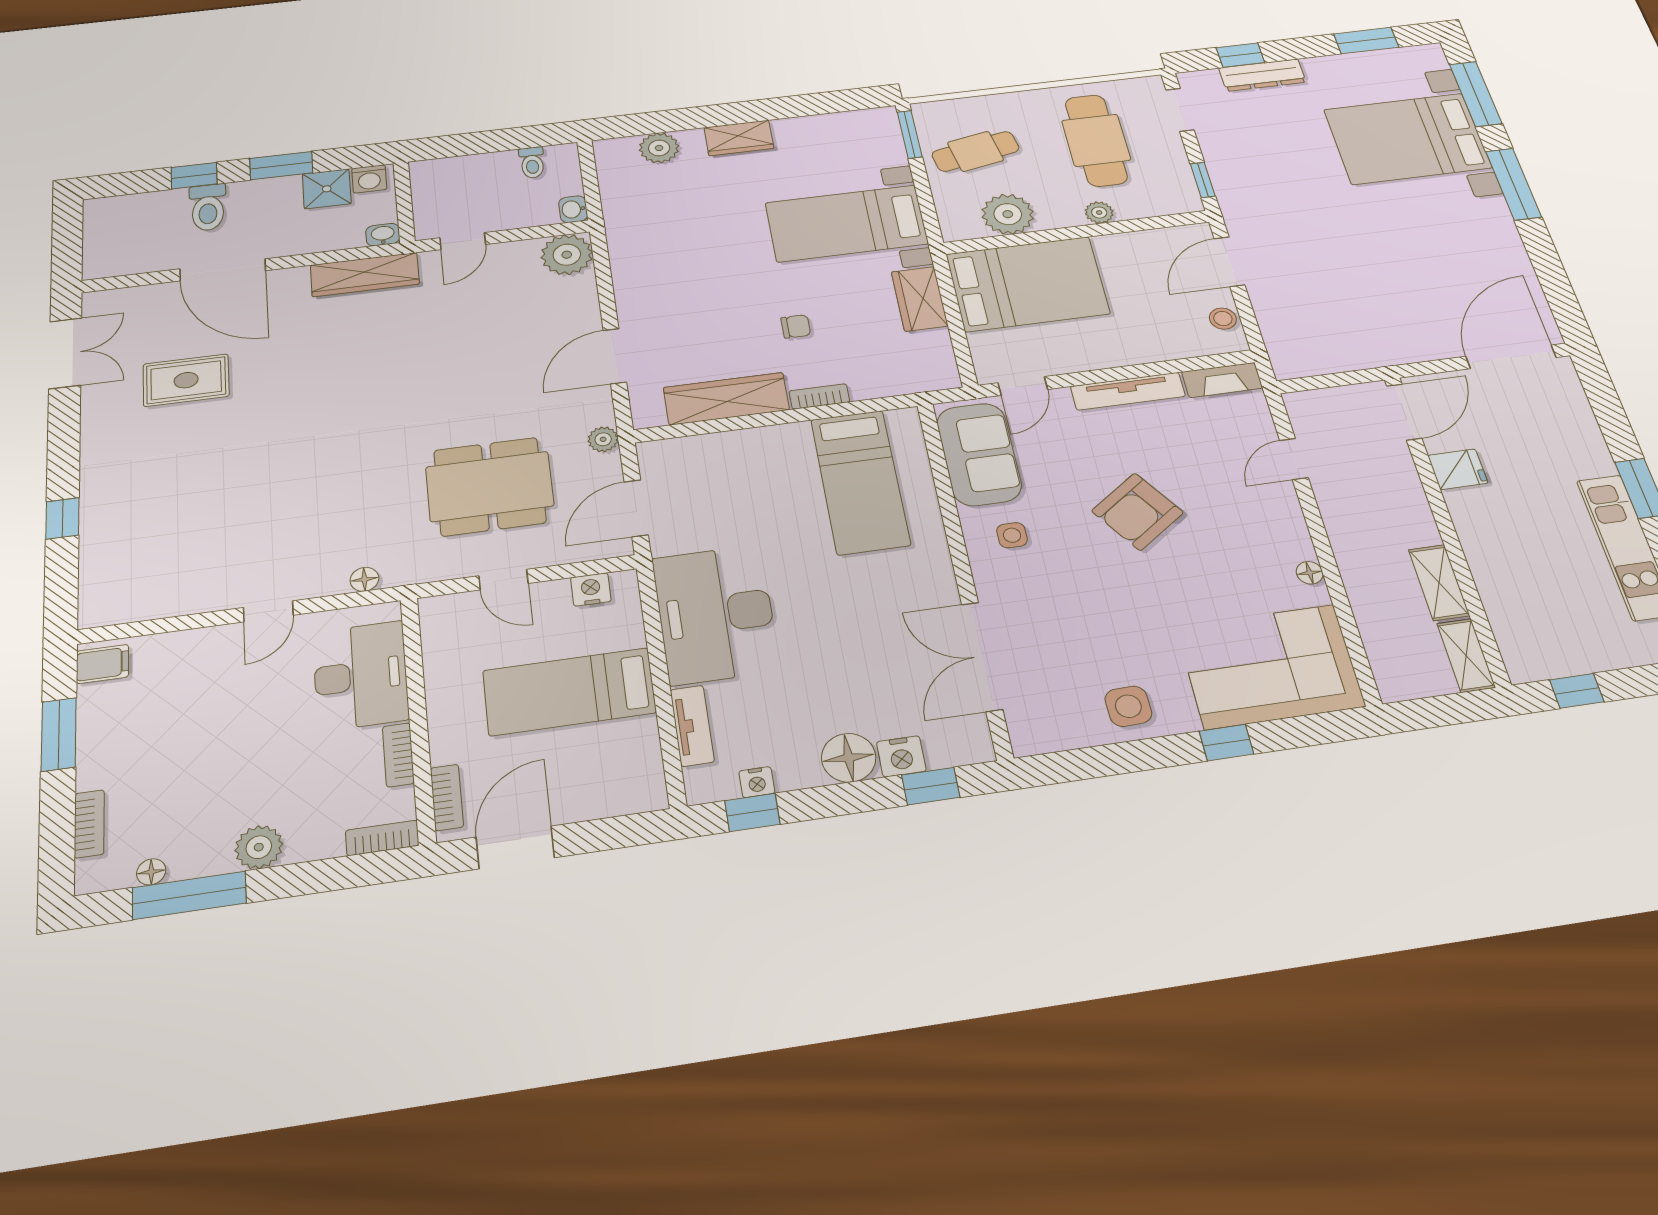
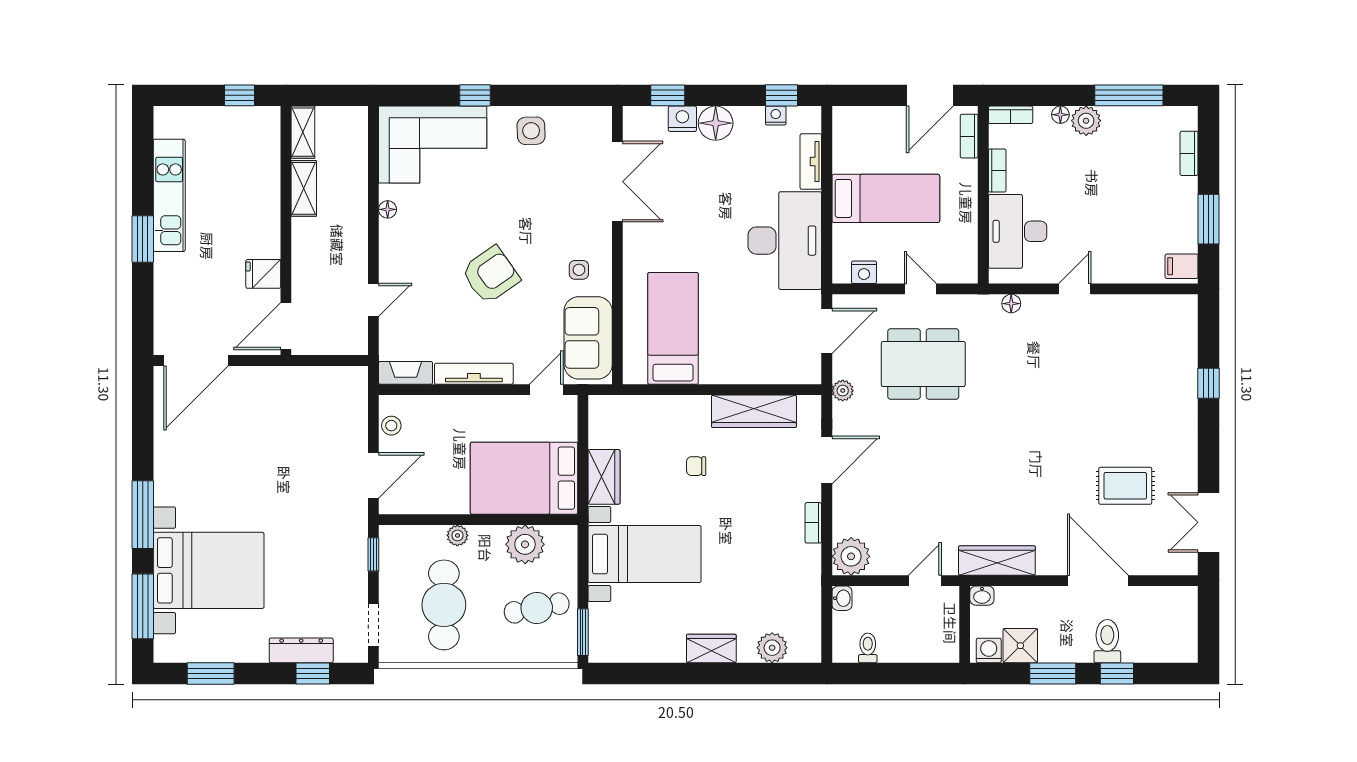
bookcase: (819, 396) -> (813, 523), moved, turned 90
floor lamp: (151, 872) -> (1060, 115), moved

